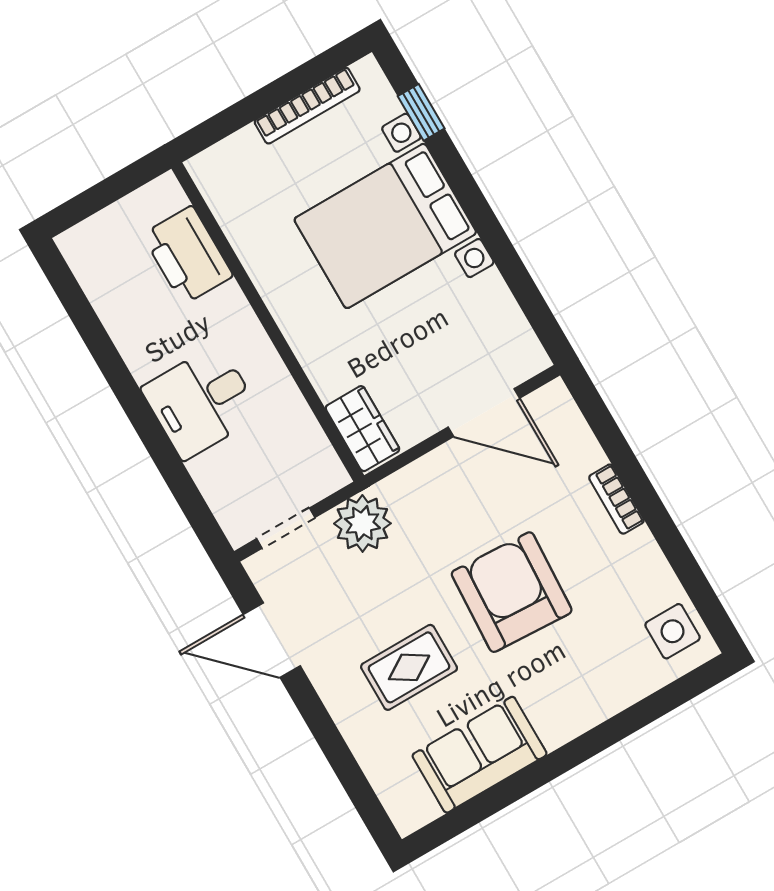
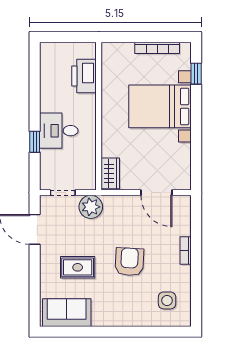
window: (164, 455) -> (35, 142), added
armchair: (512, 592) -> (129, 262), width x0.73, depth x0.73
side table: (673, 631) -> (167, 300), moved
sofa: (480, 755) -> (67, 313), moved

